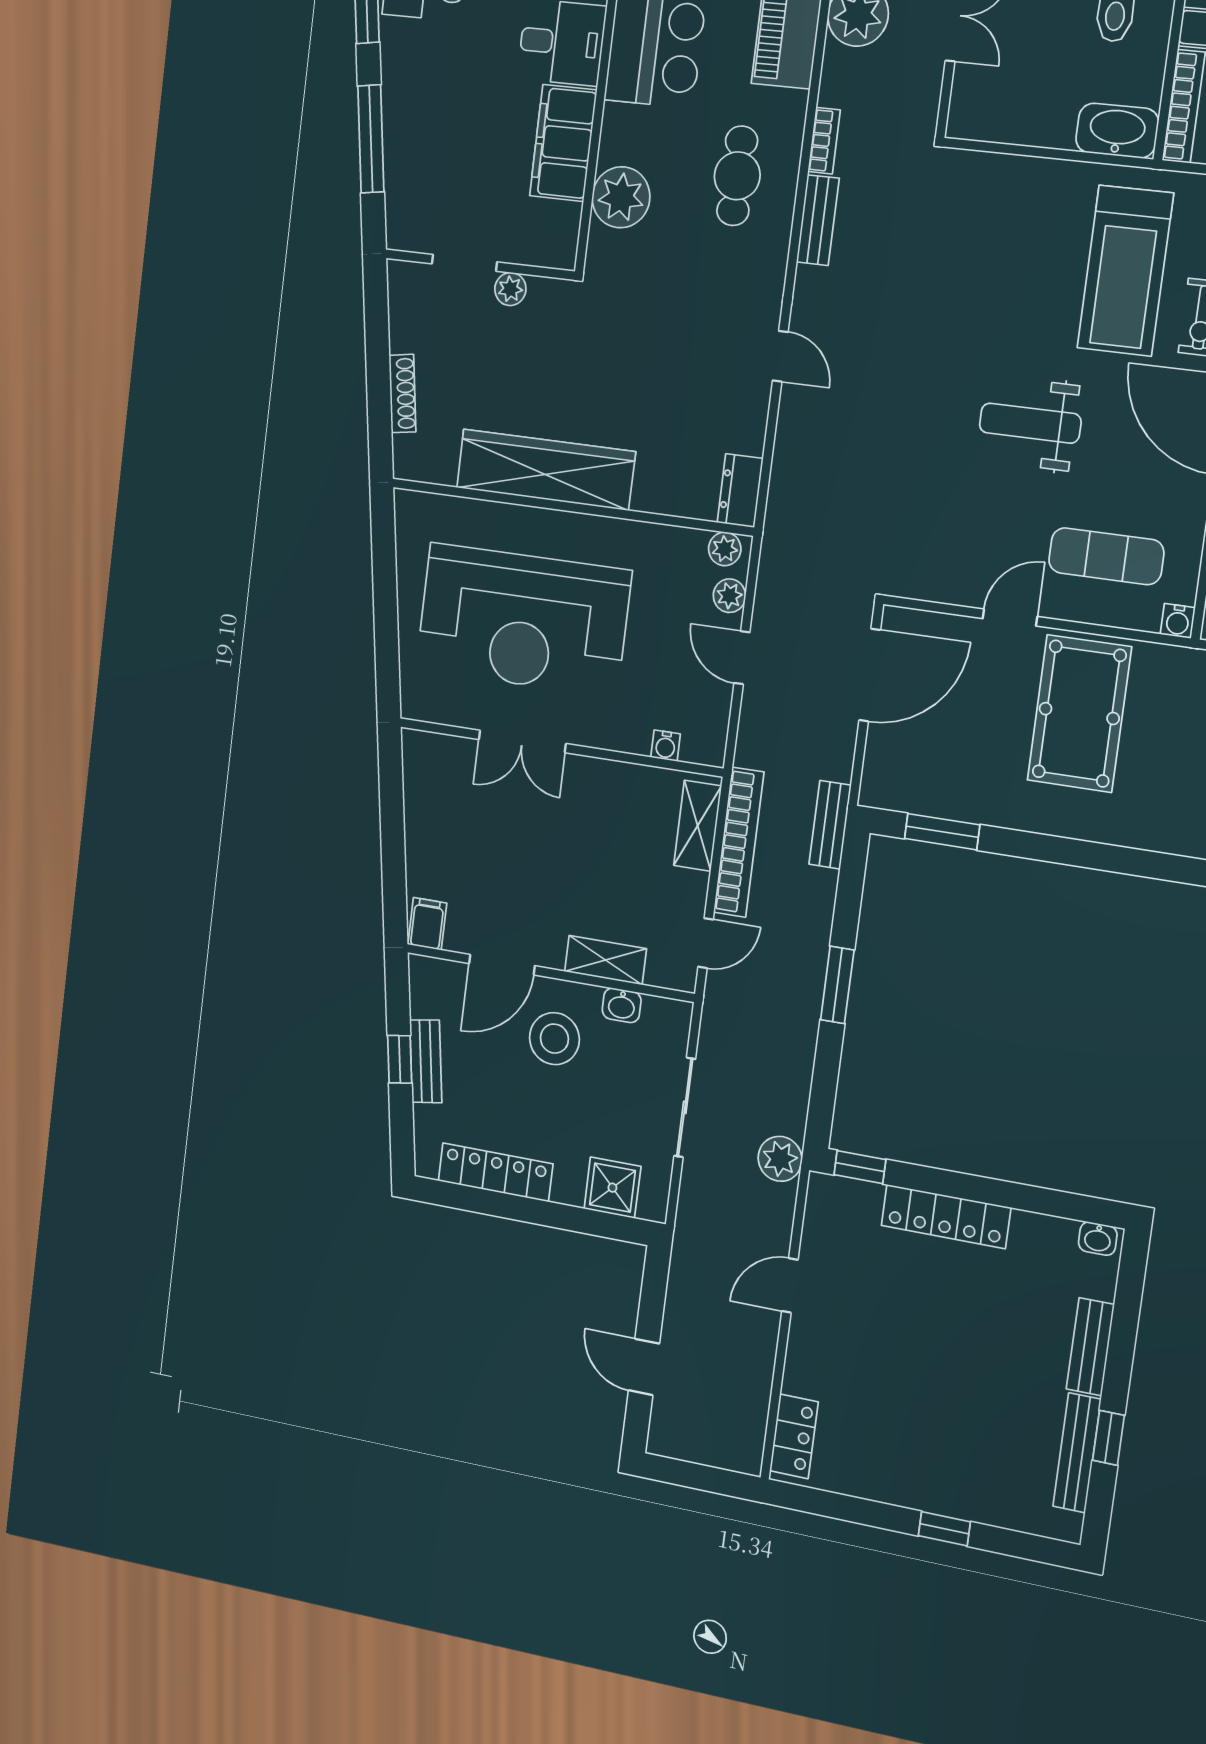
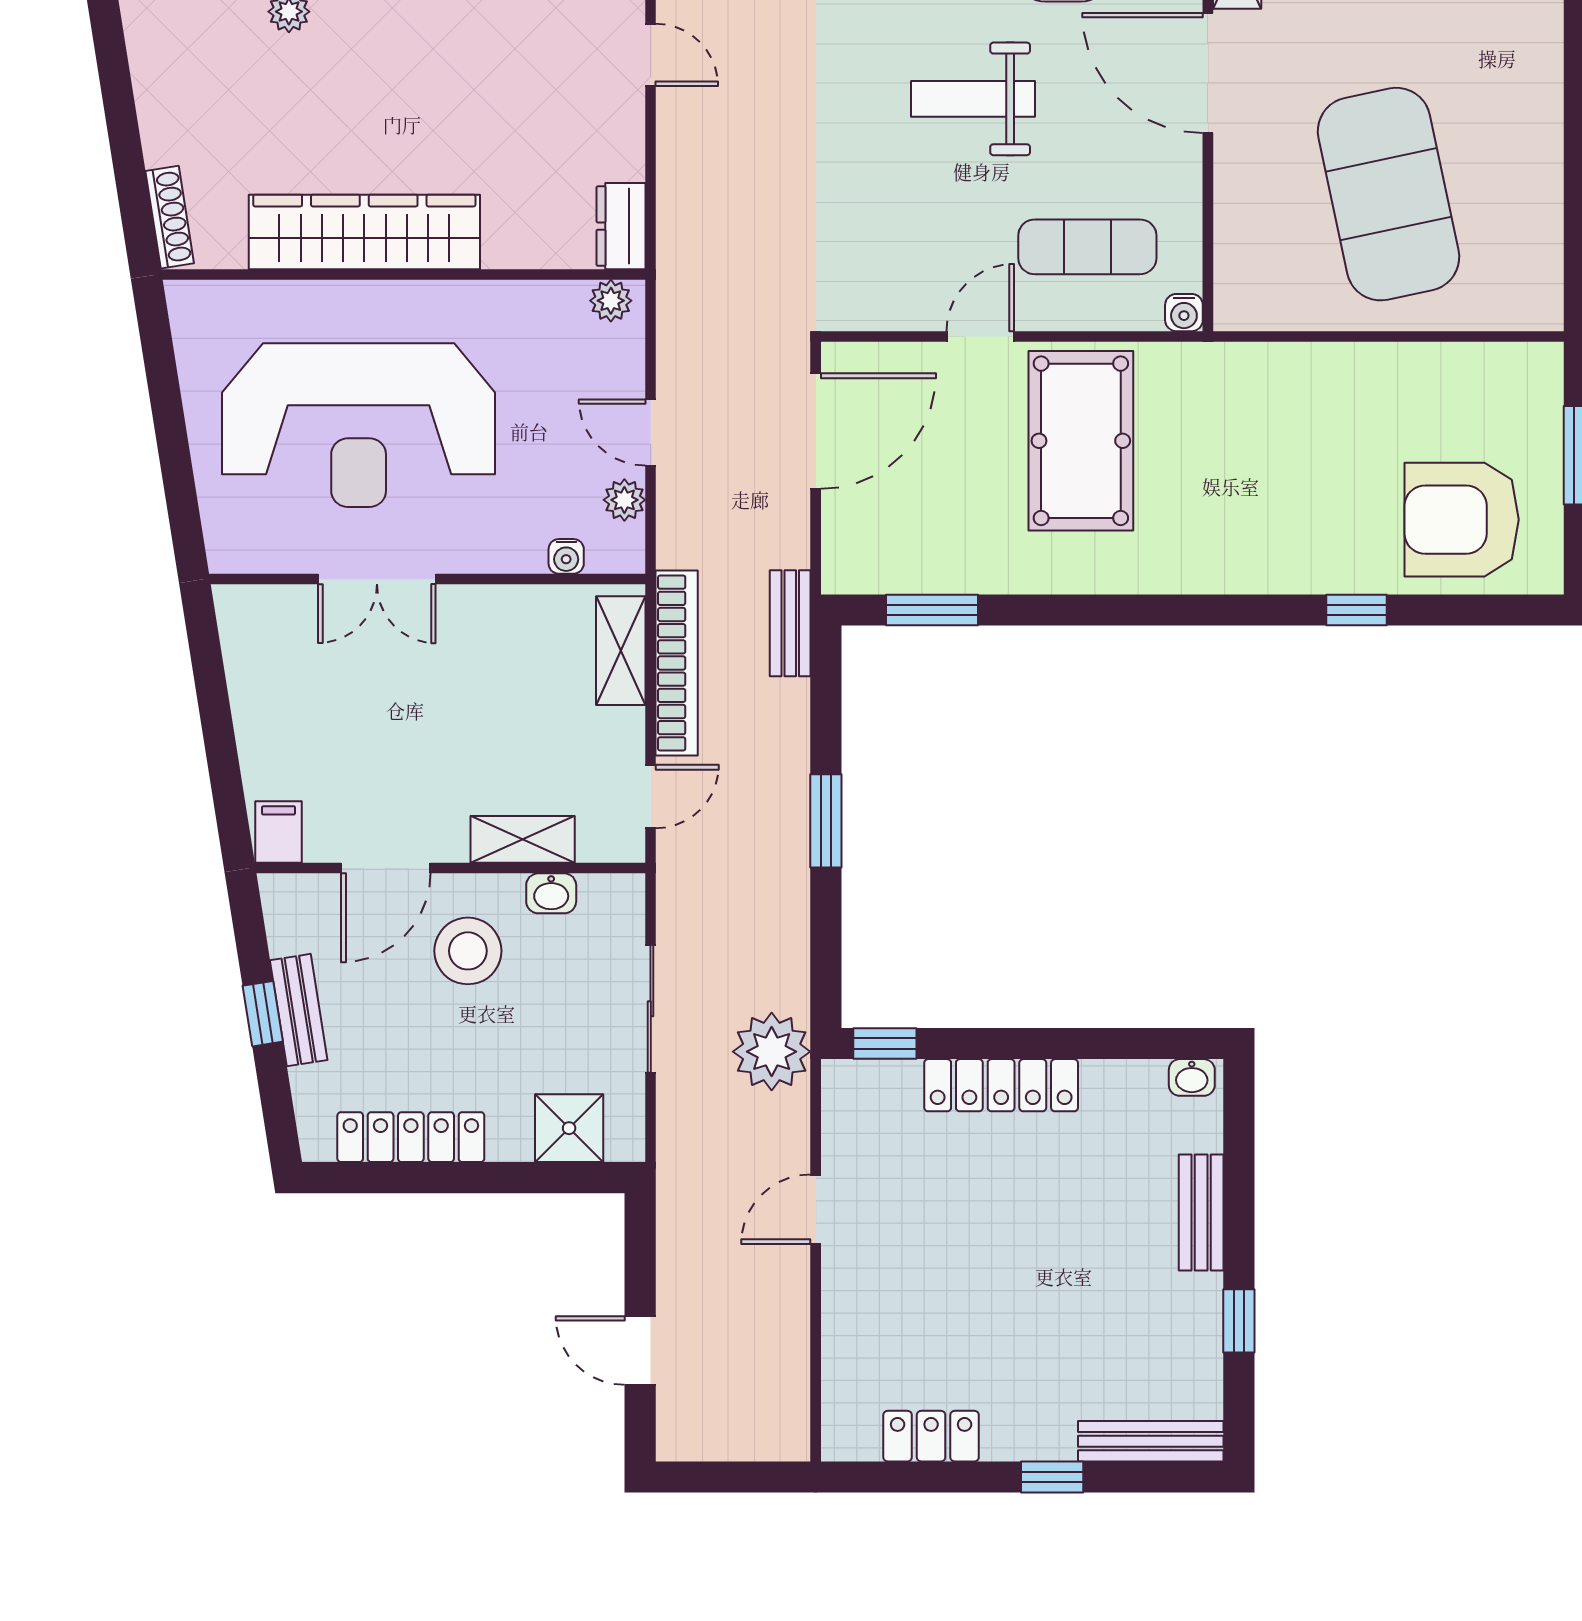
shoe rack: (402, 394) -> (170, 217), moved
plant: (729, 596) -> (624, 500), moved
plant: (780, 1159) -> (772, 1052), width x1.36, depth x1.36
locker: (794, 1436) -> (931, 1436), moved, turned -90
bench: (1077, 1453) -> (1151, 1441), moved, turned 90

